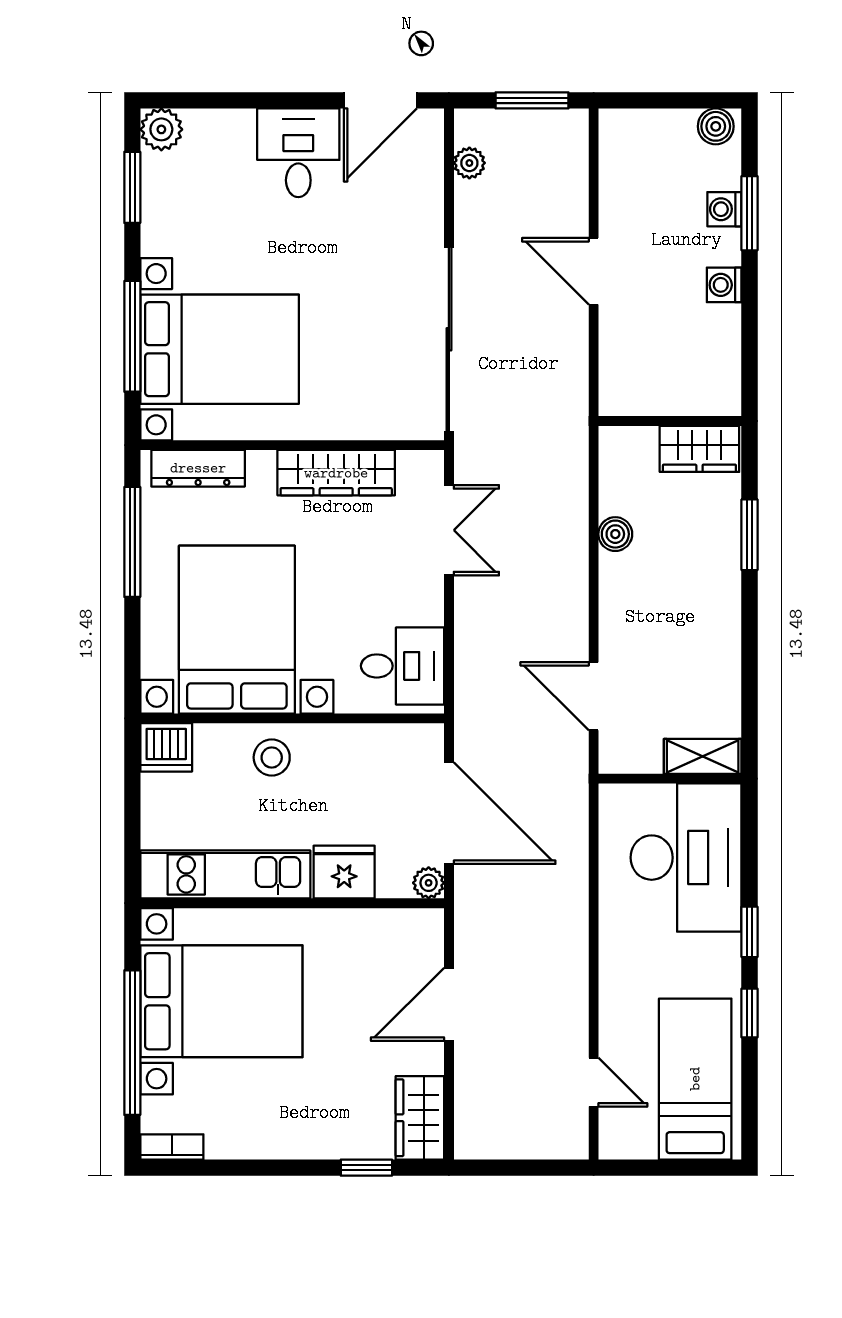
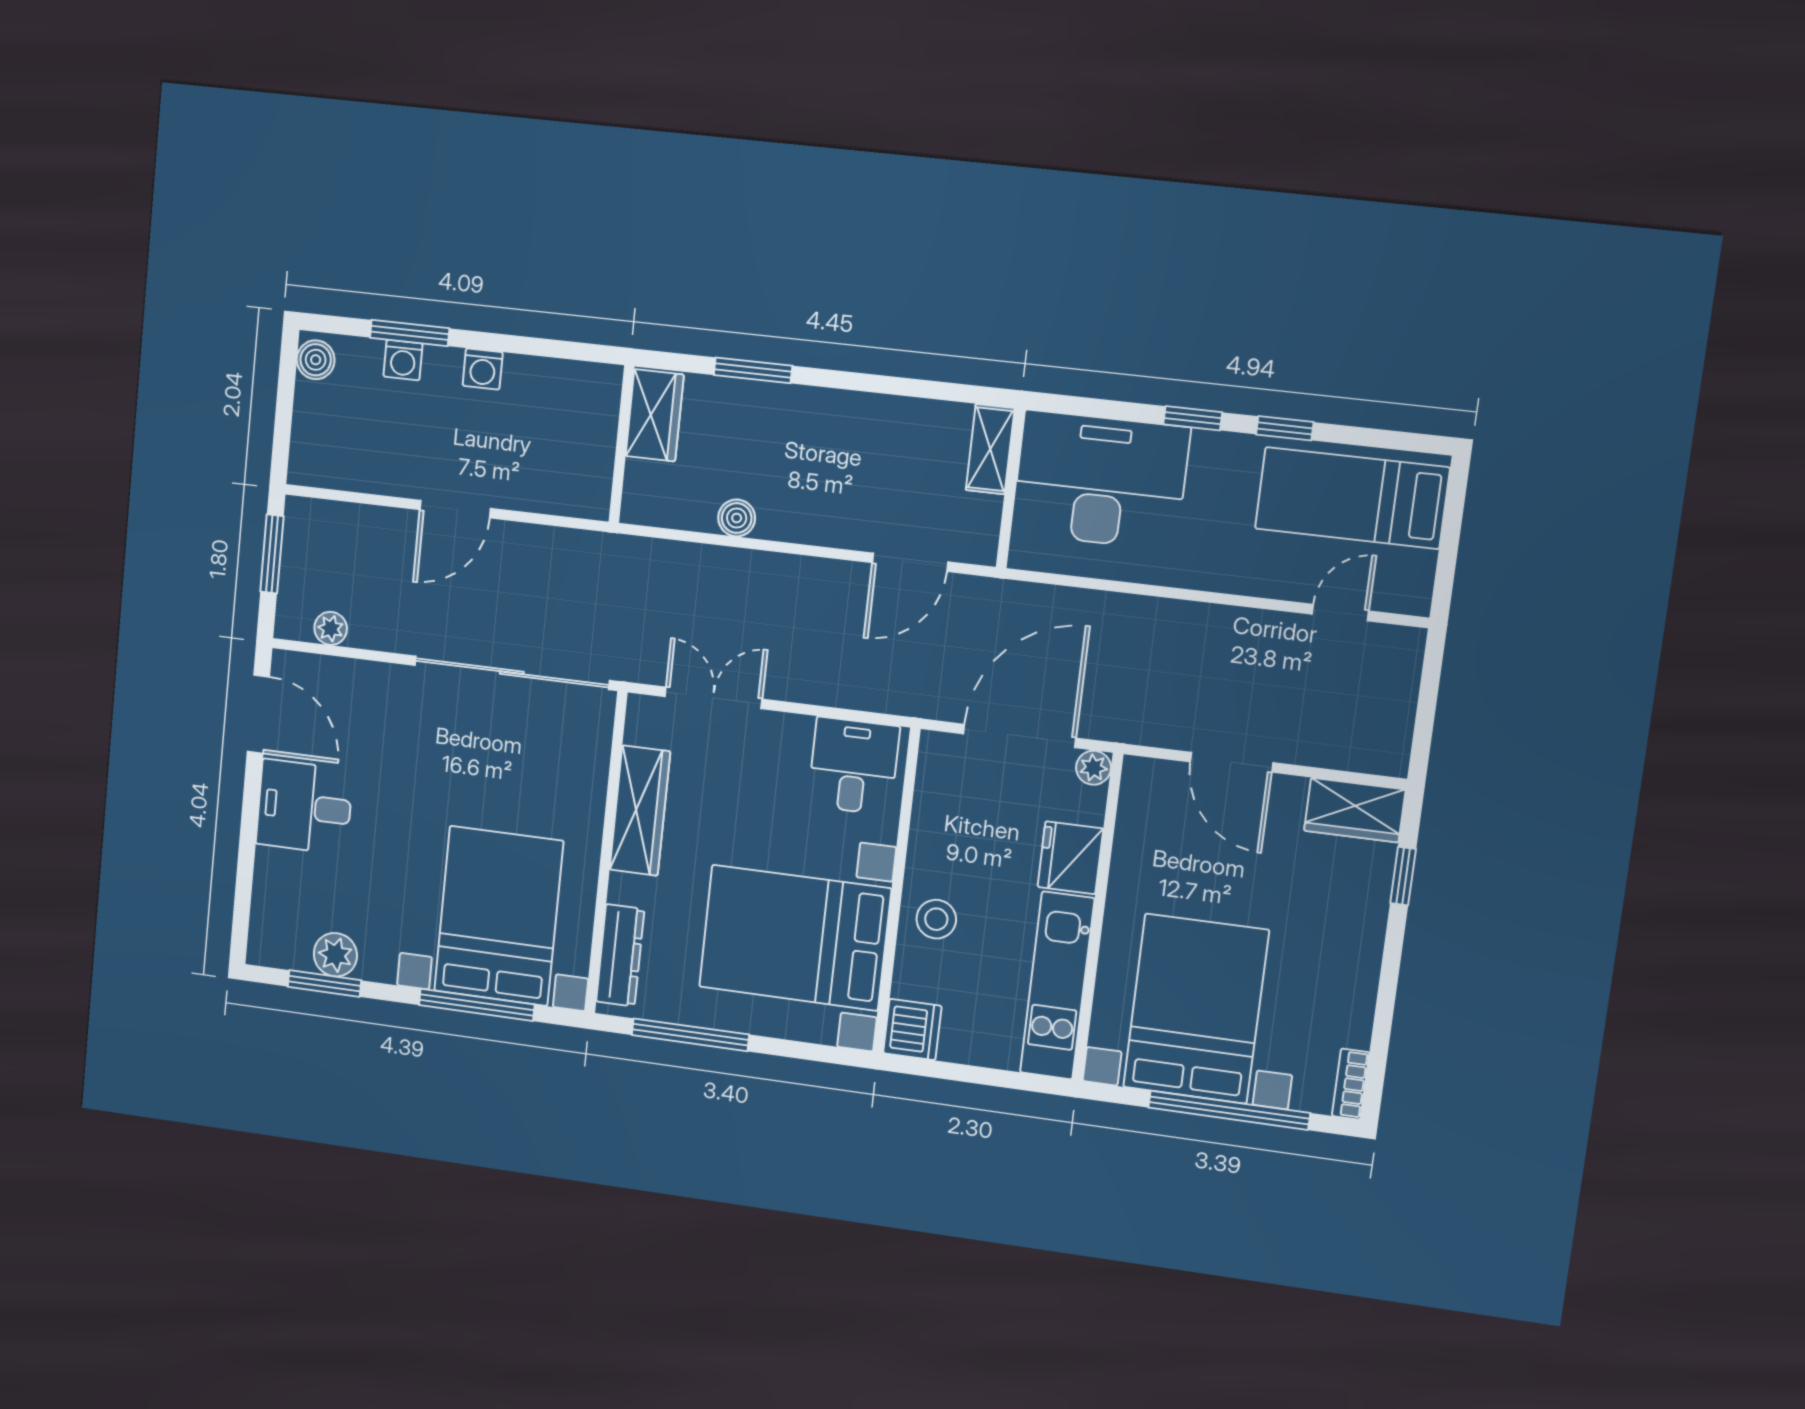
plant: (161, 129) -> (335, 955), moved

